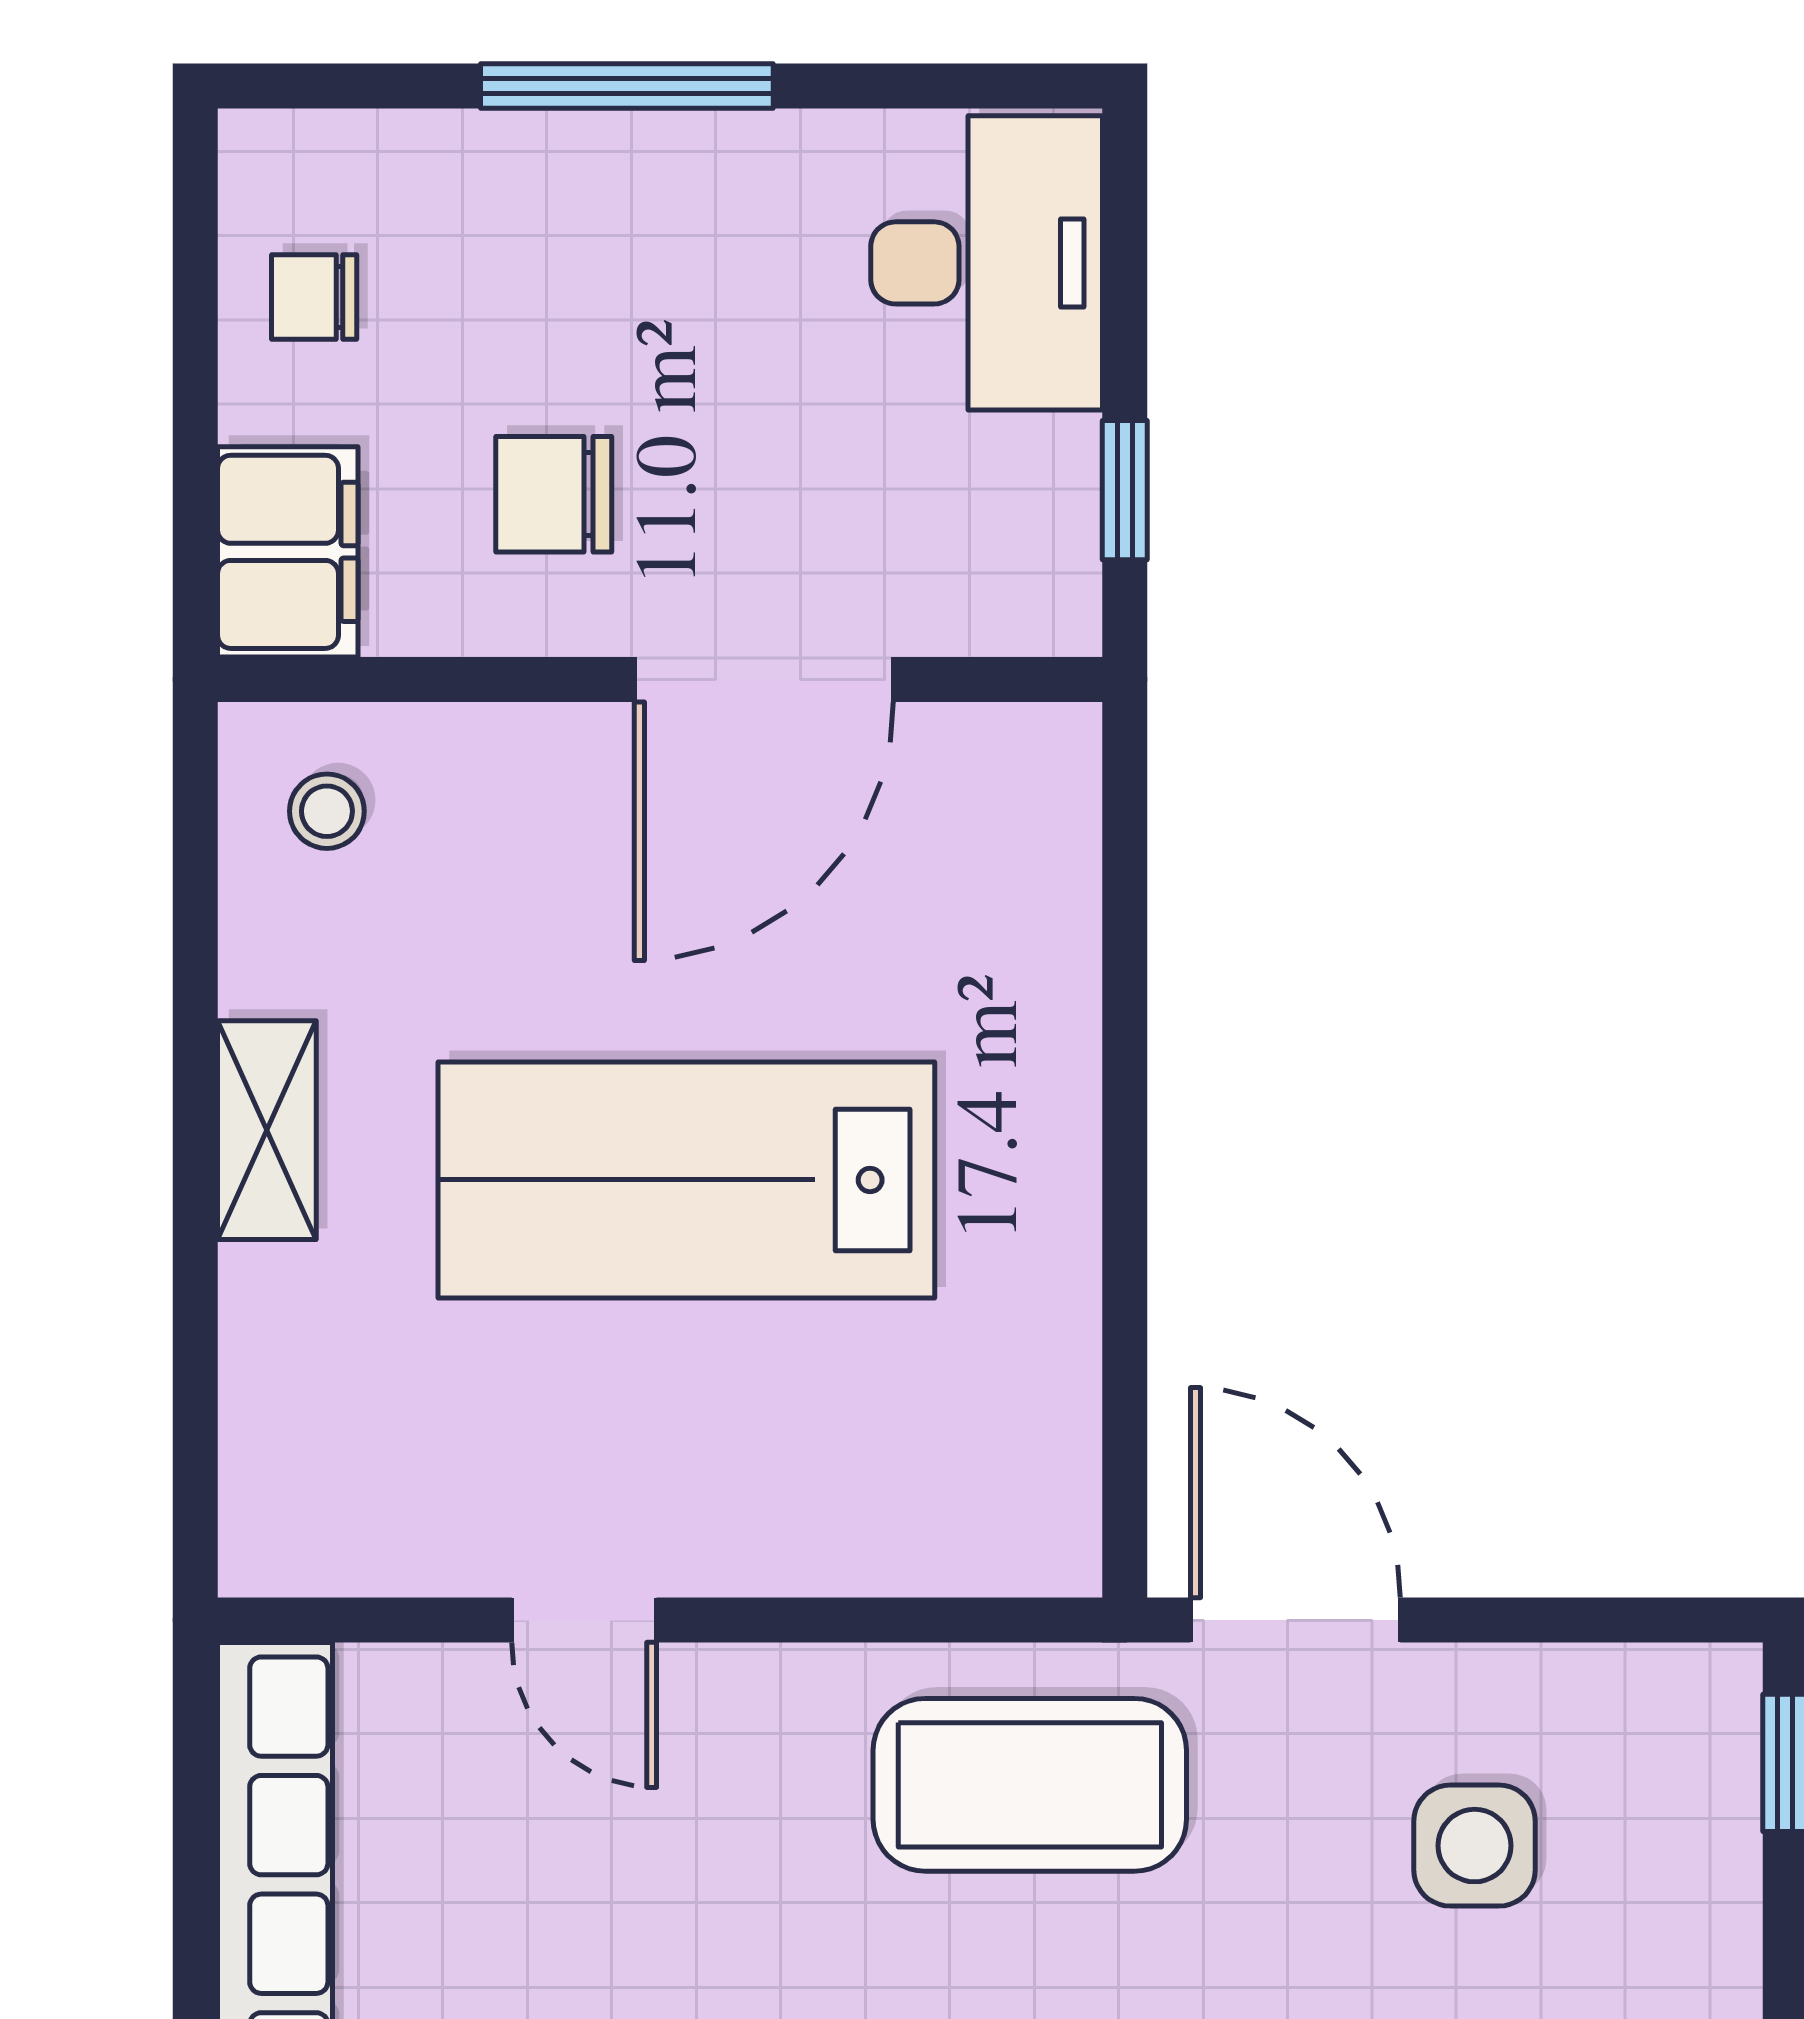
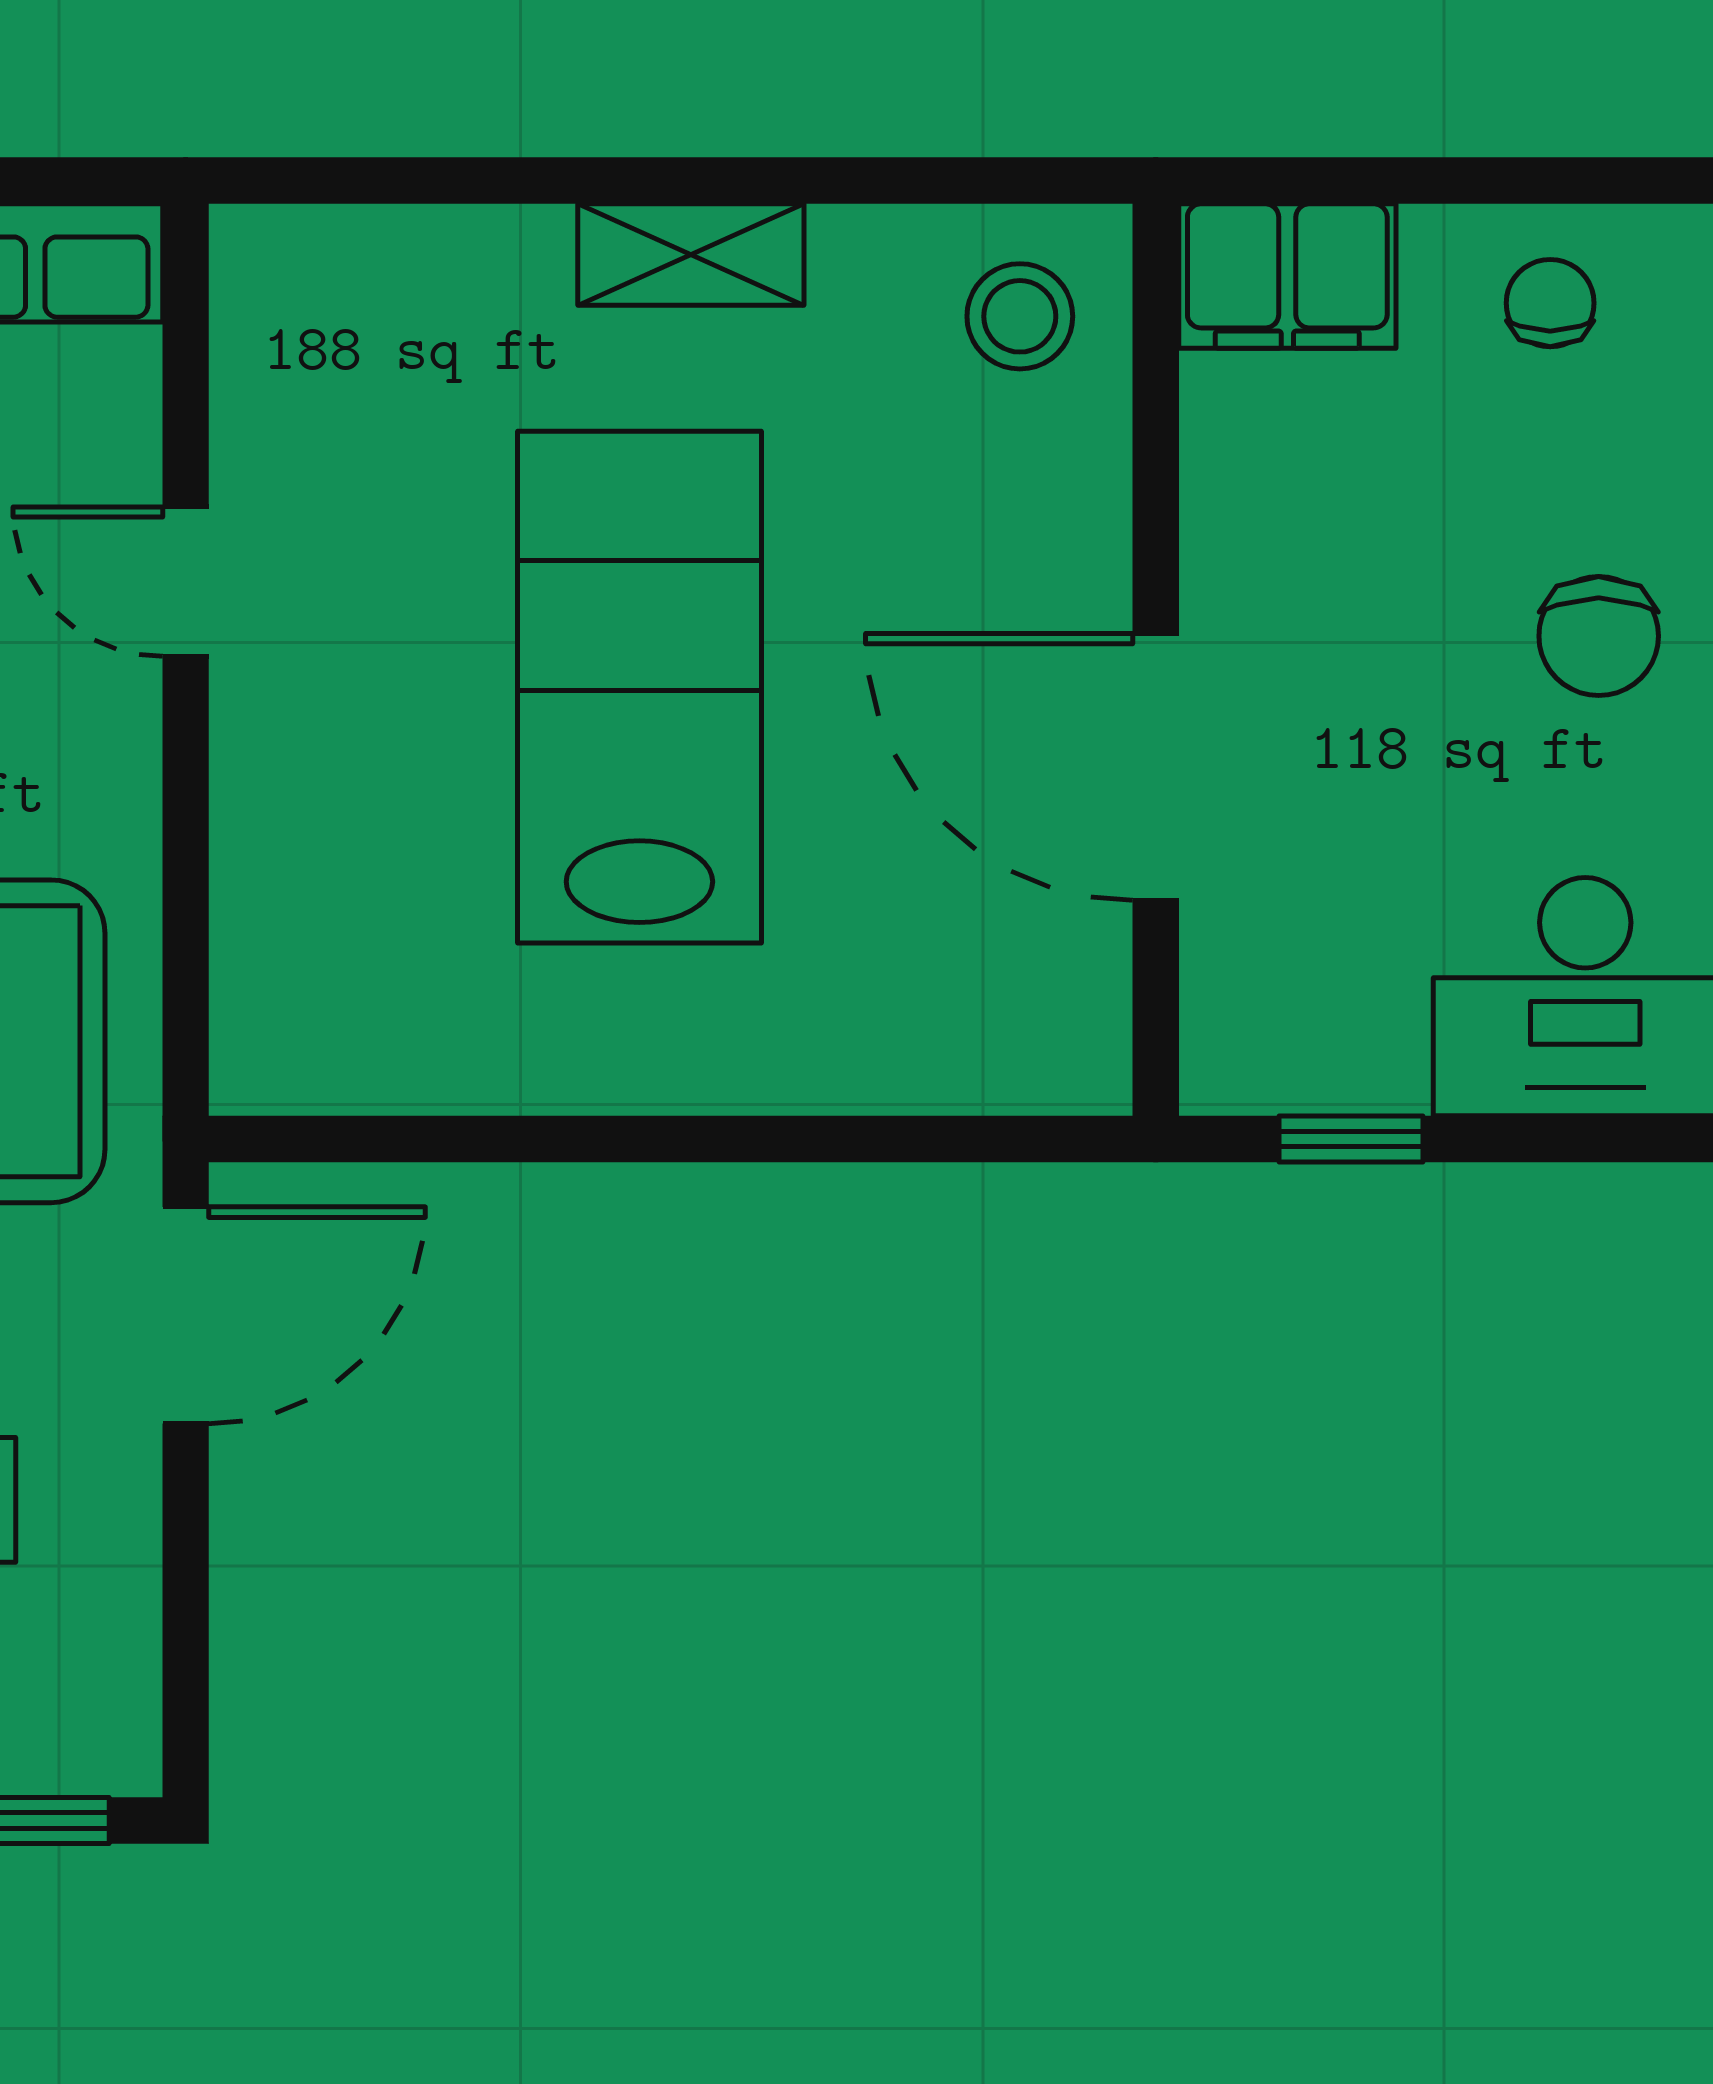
chair: (554, 494) -> (1599, 636), moved, turned 180
stool: (327, 811) -> (1020, 316), width x1.37, depth x1.37
door: (584, 1620) -> (186, 582), hinge flipped

